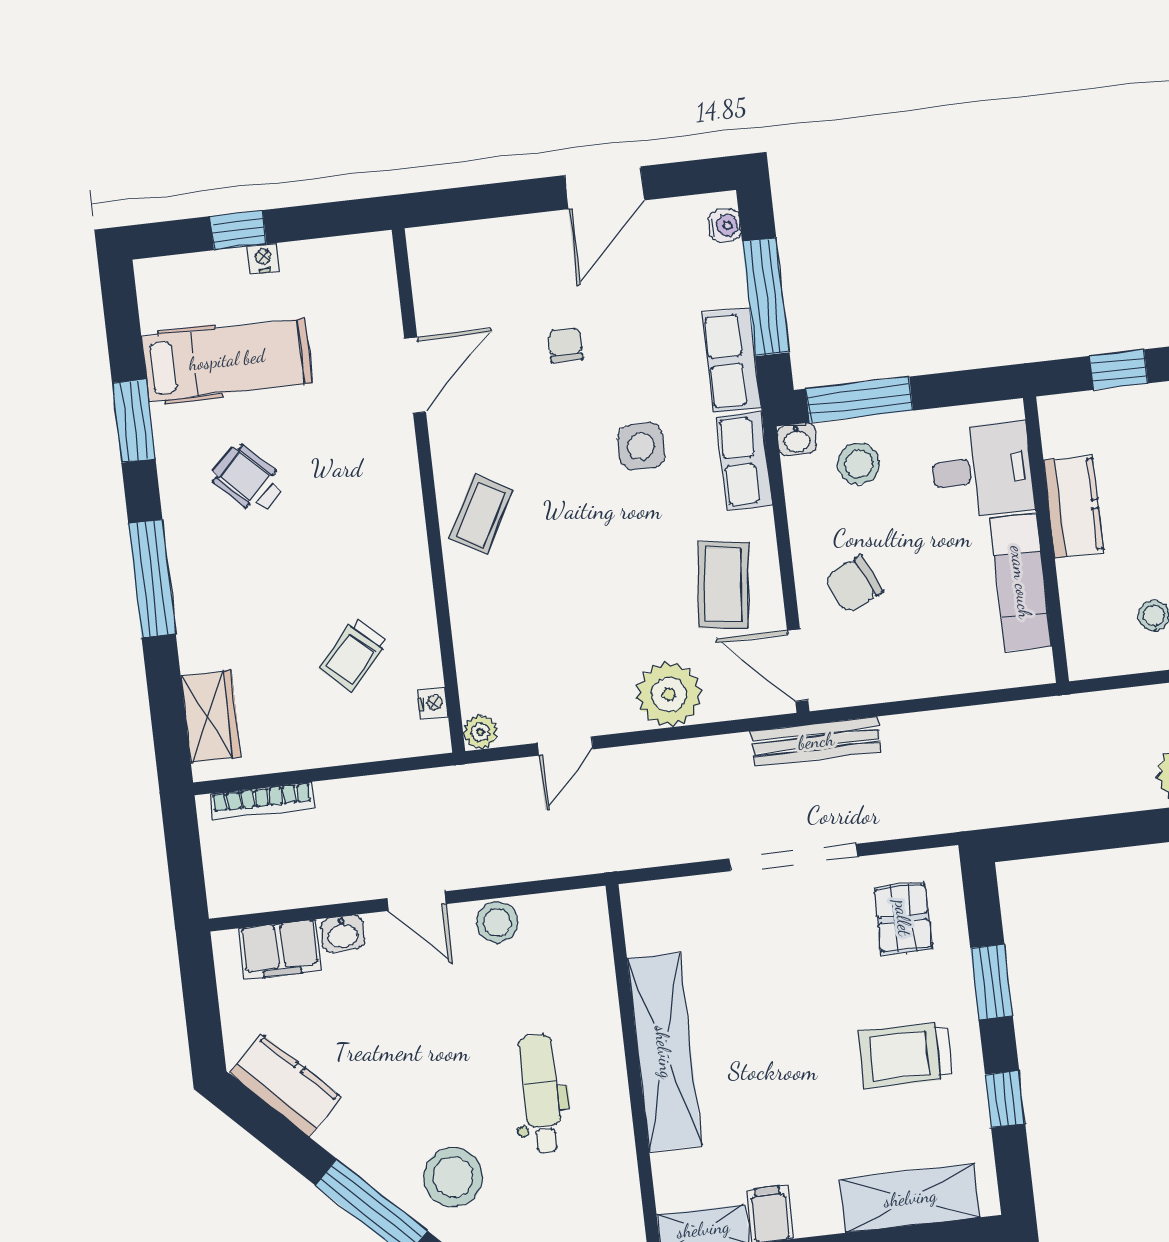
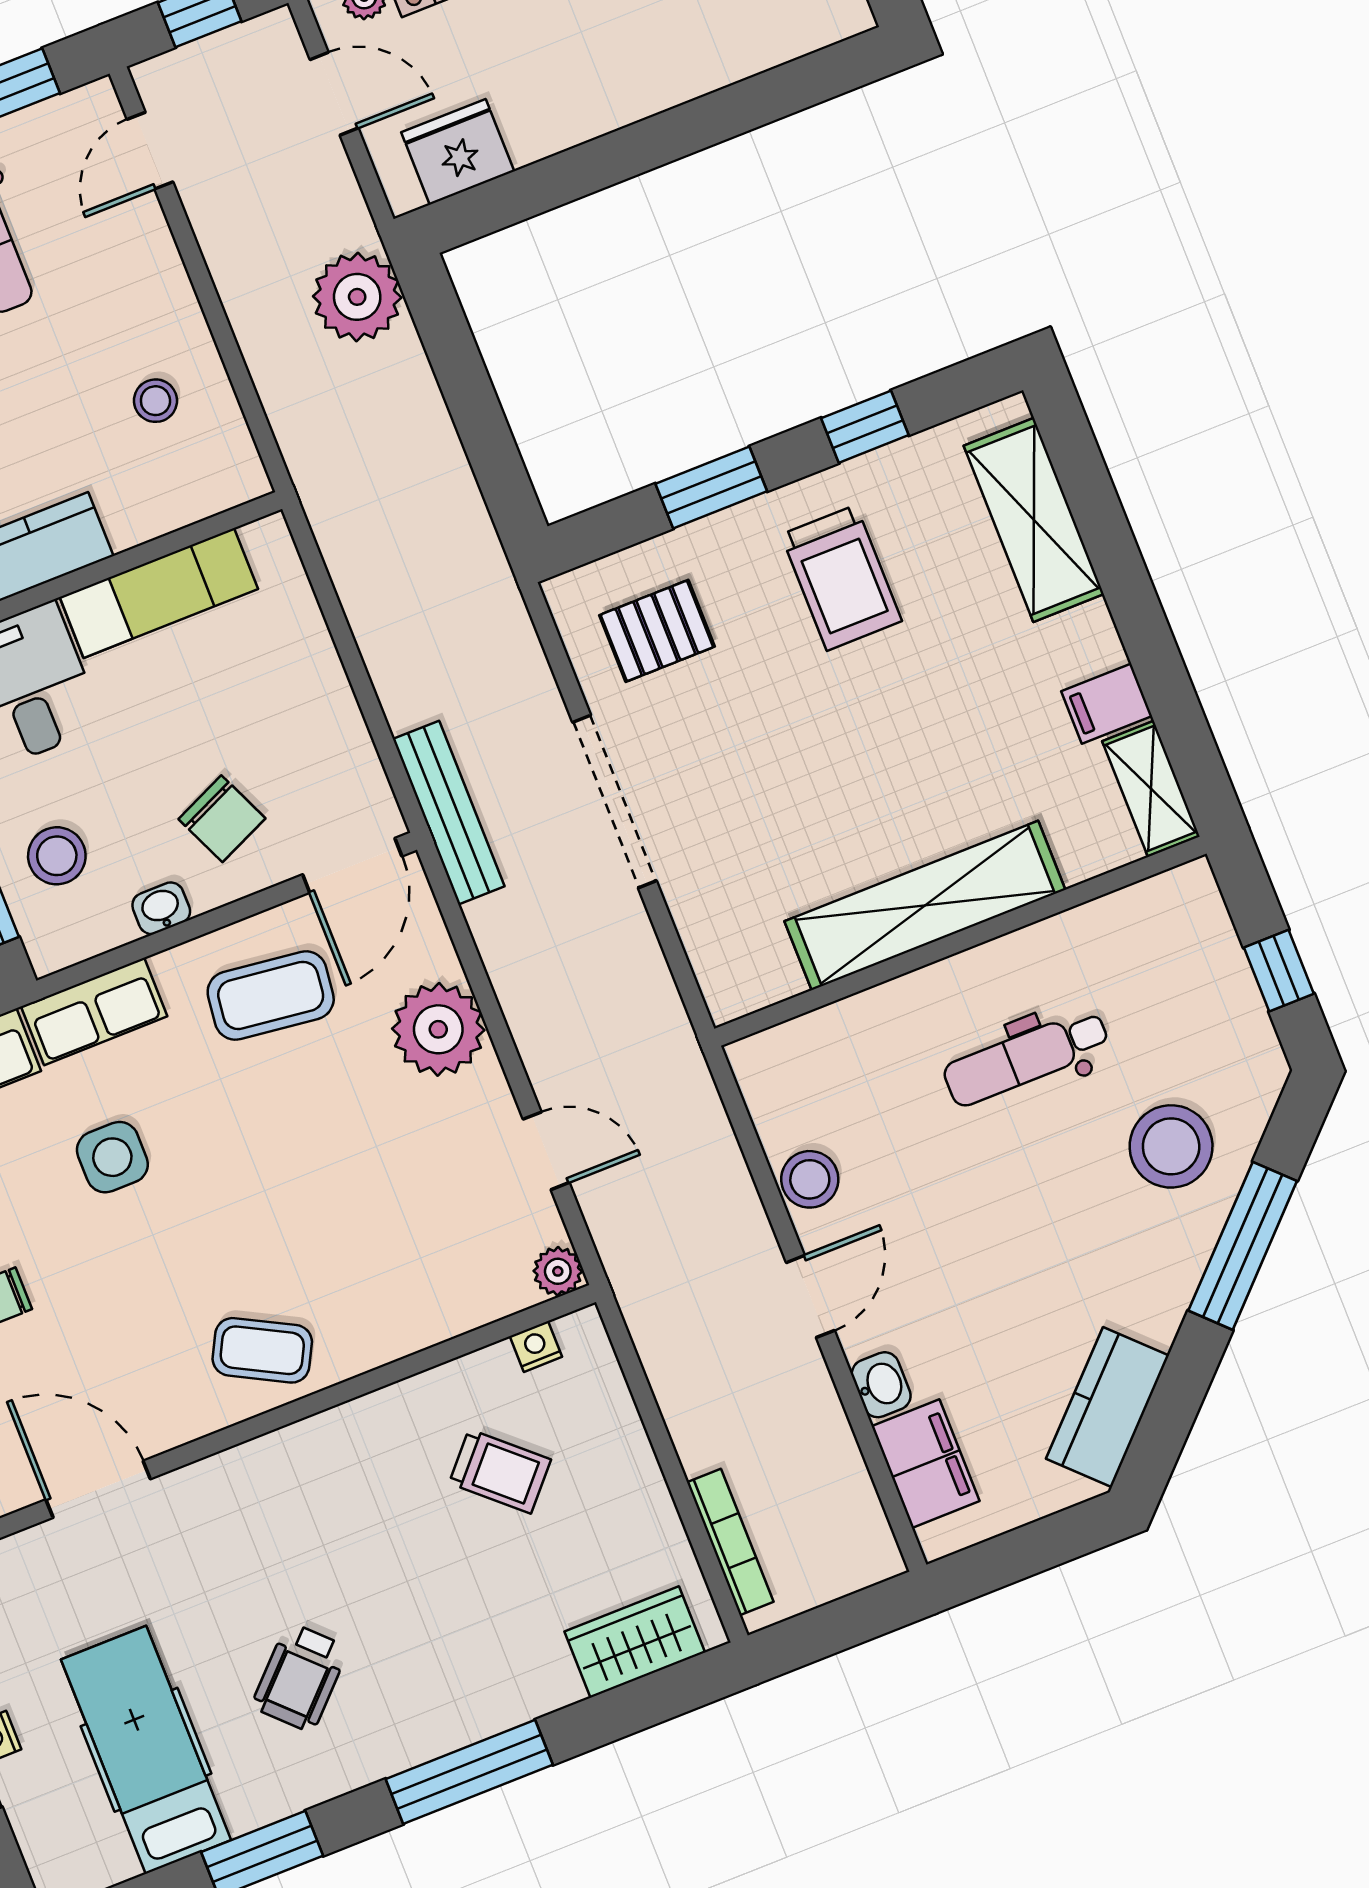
washbasin: (797, 439) -> (161, 908), moved, turned -90

